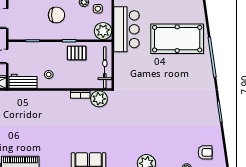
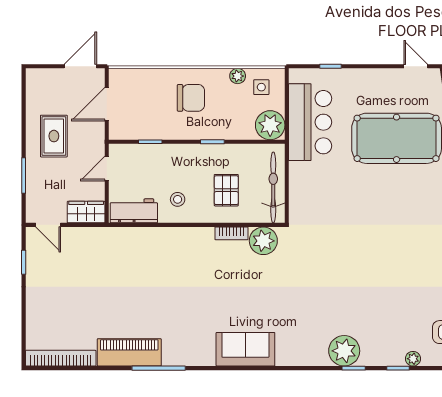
pallet: (77, 53) -> (226, 190), moved, turned 90

